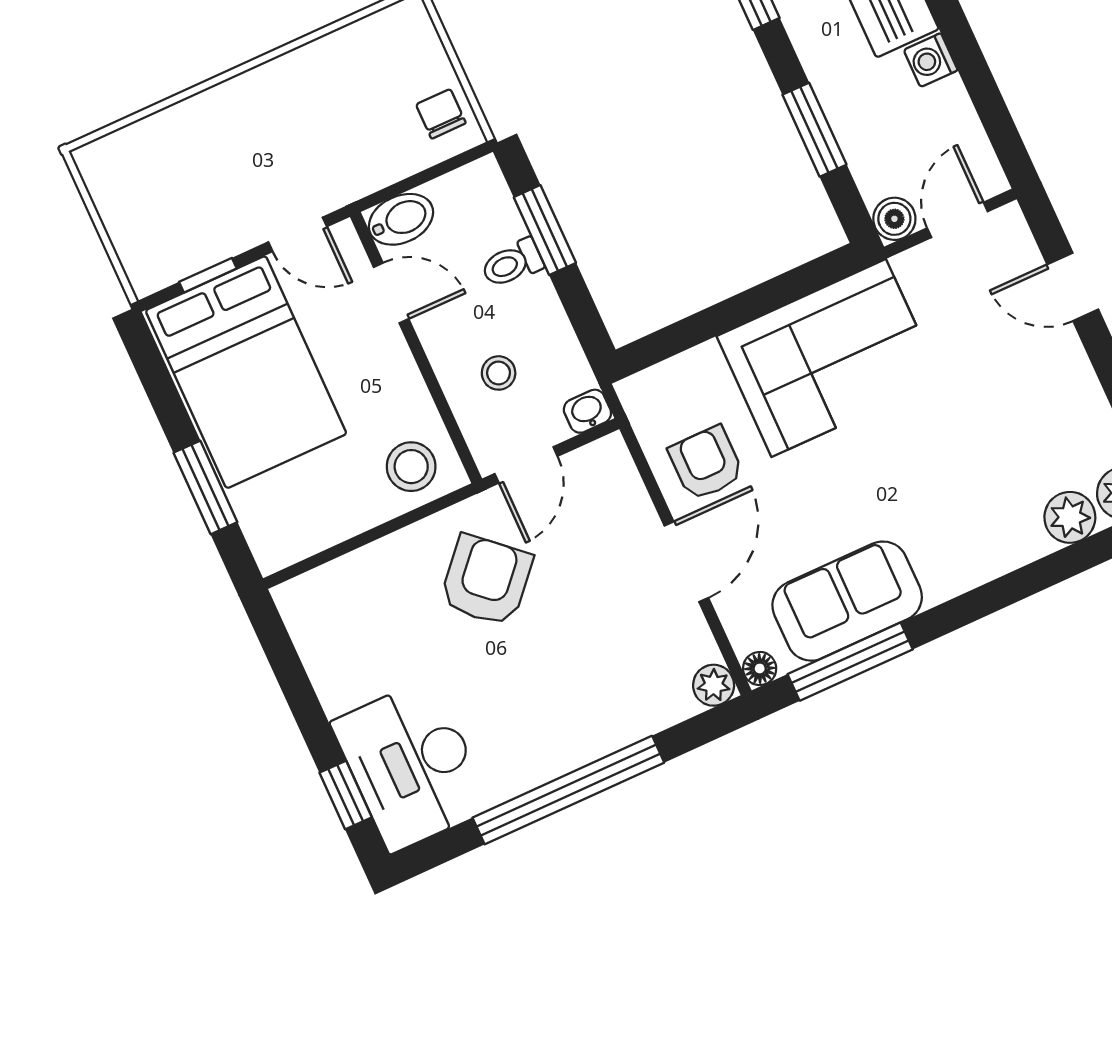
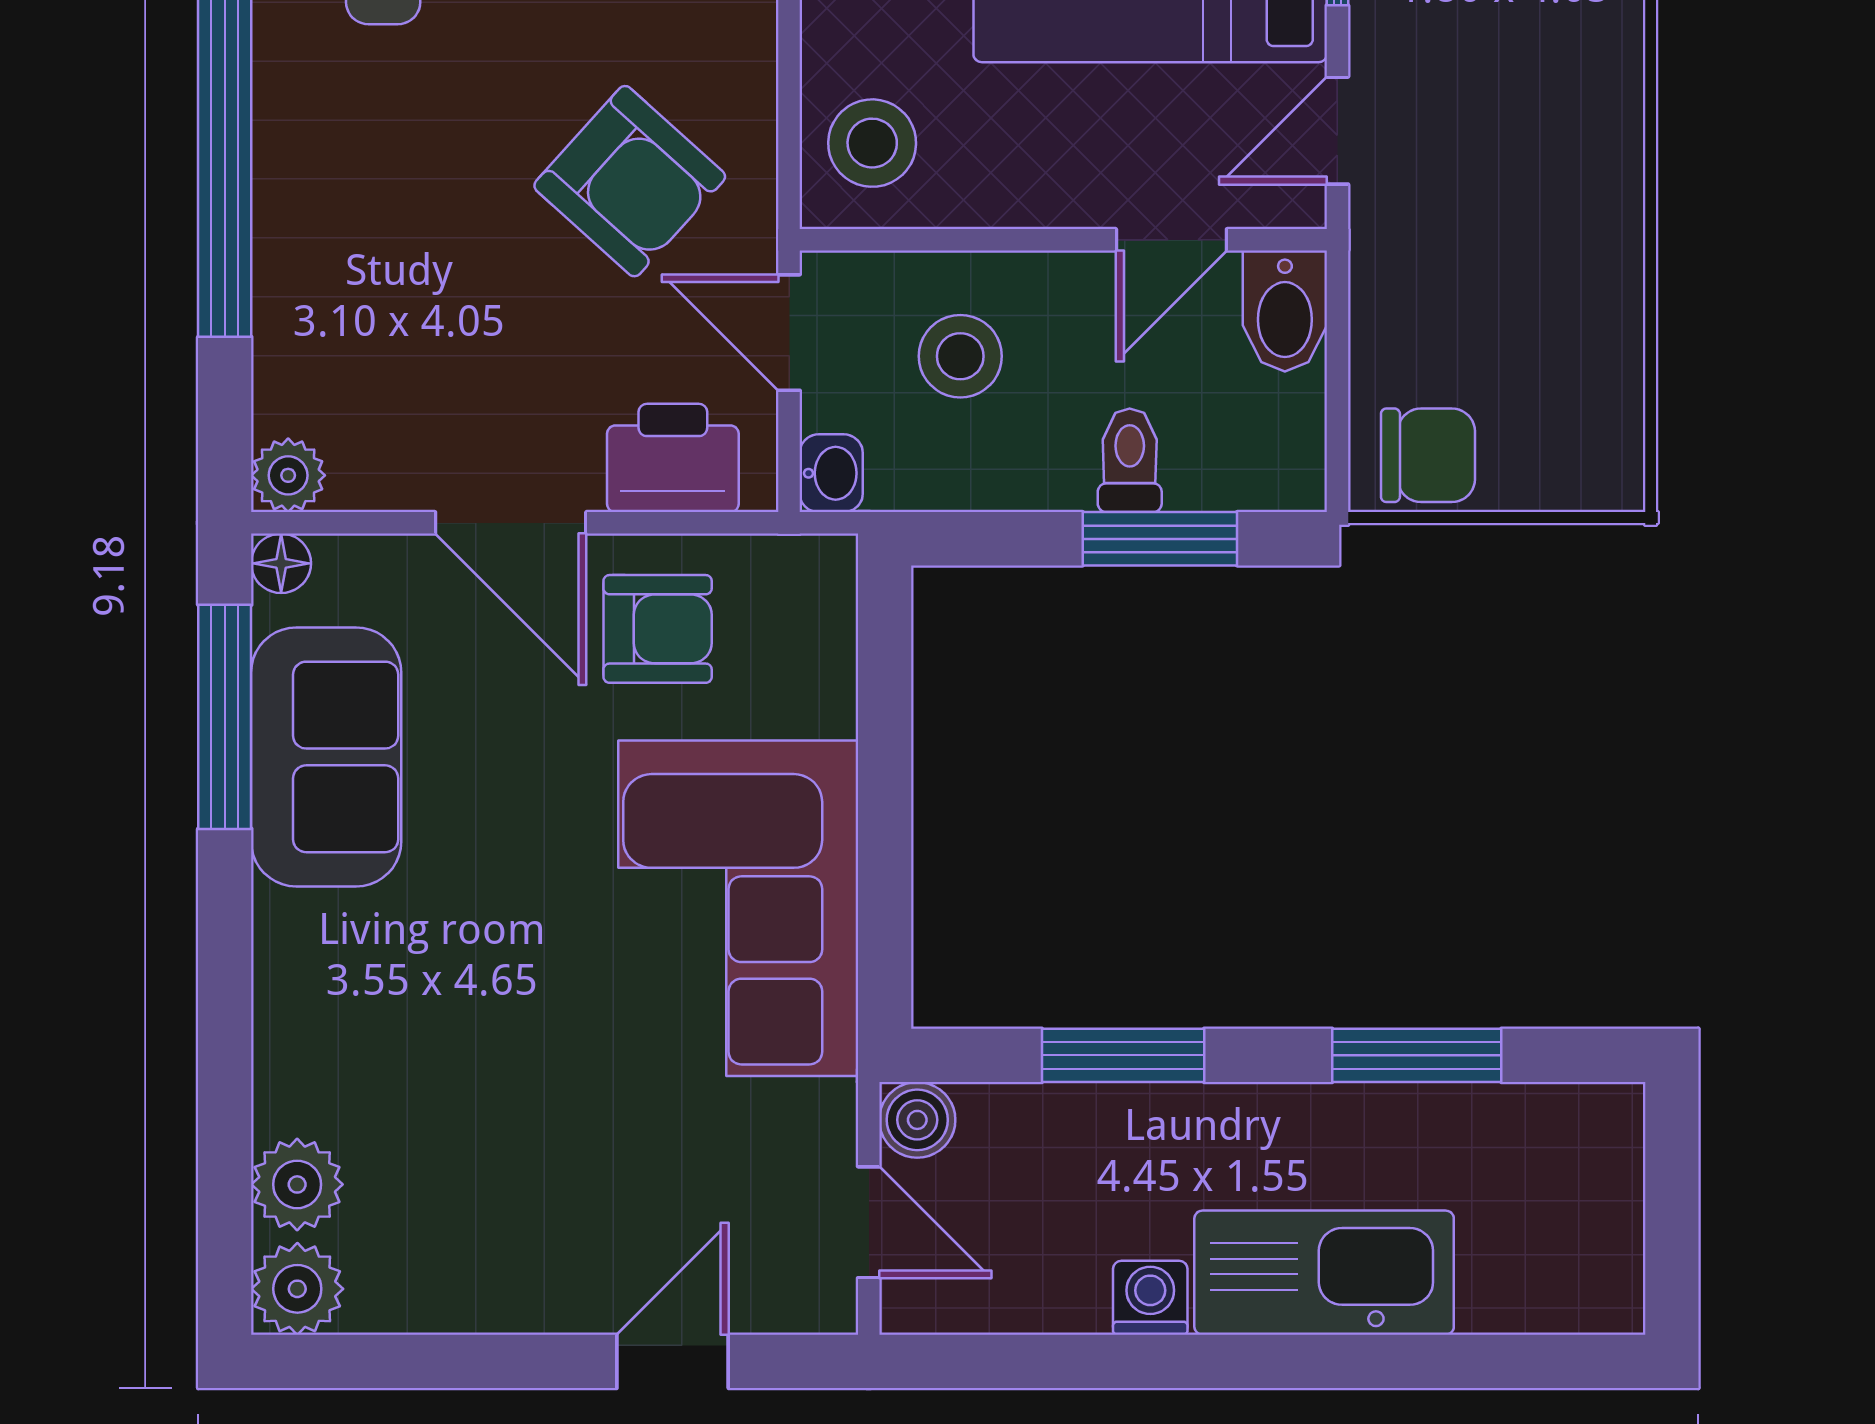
chair: (441, 114) -> (1428, 455), width x1.37, depth x1.37
stool: (499, 373) -> (960, 356), width x1.37, depth x1.37
printer: (616, 495) -> (673, 458), added

